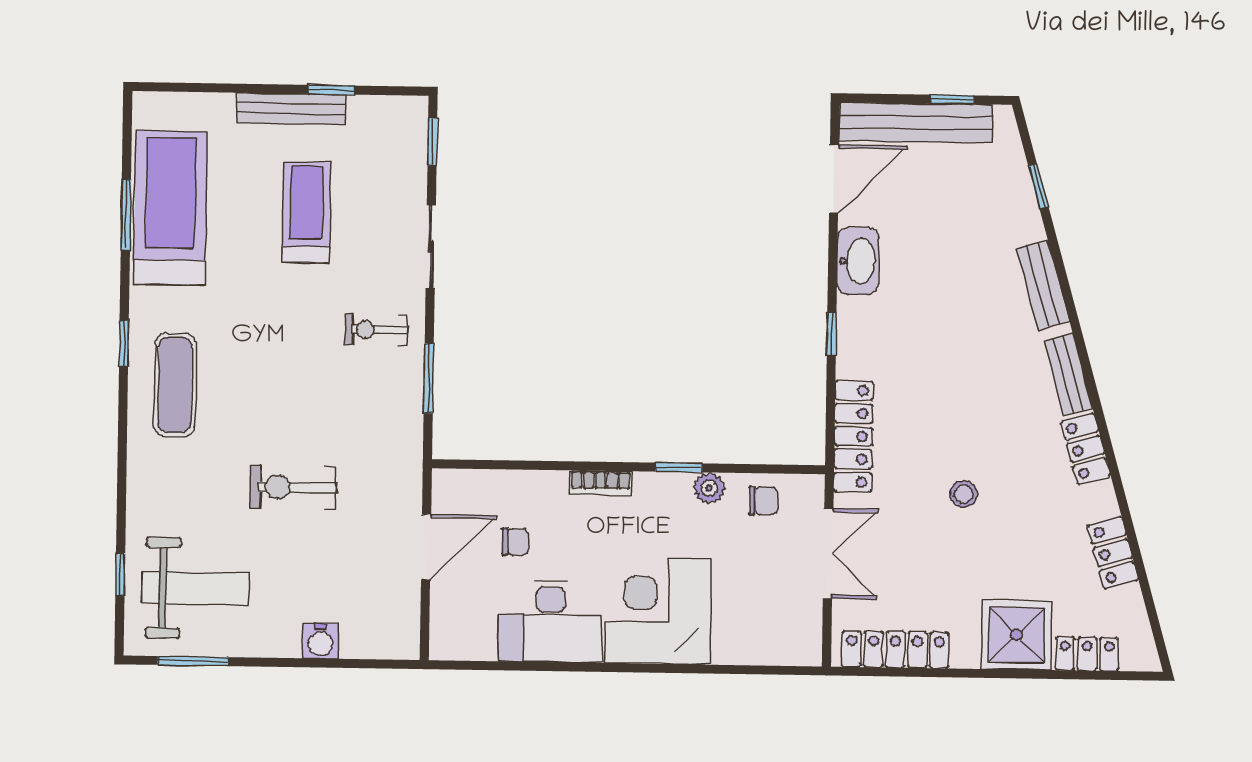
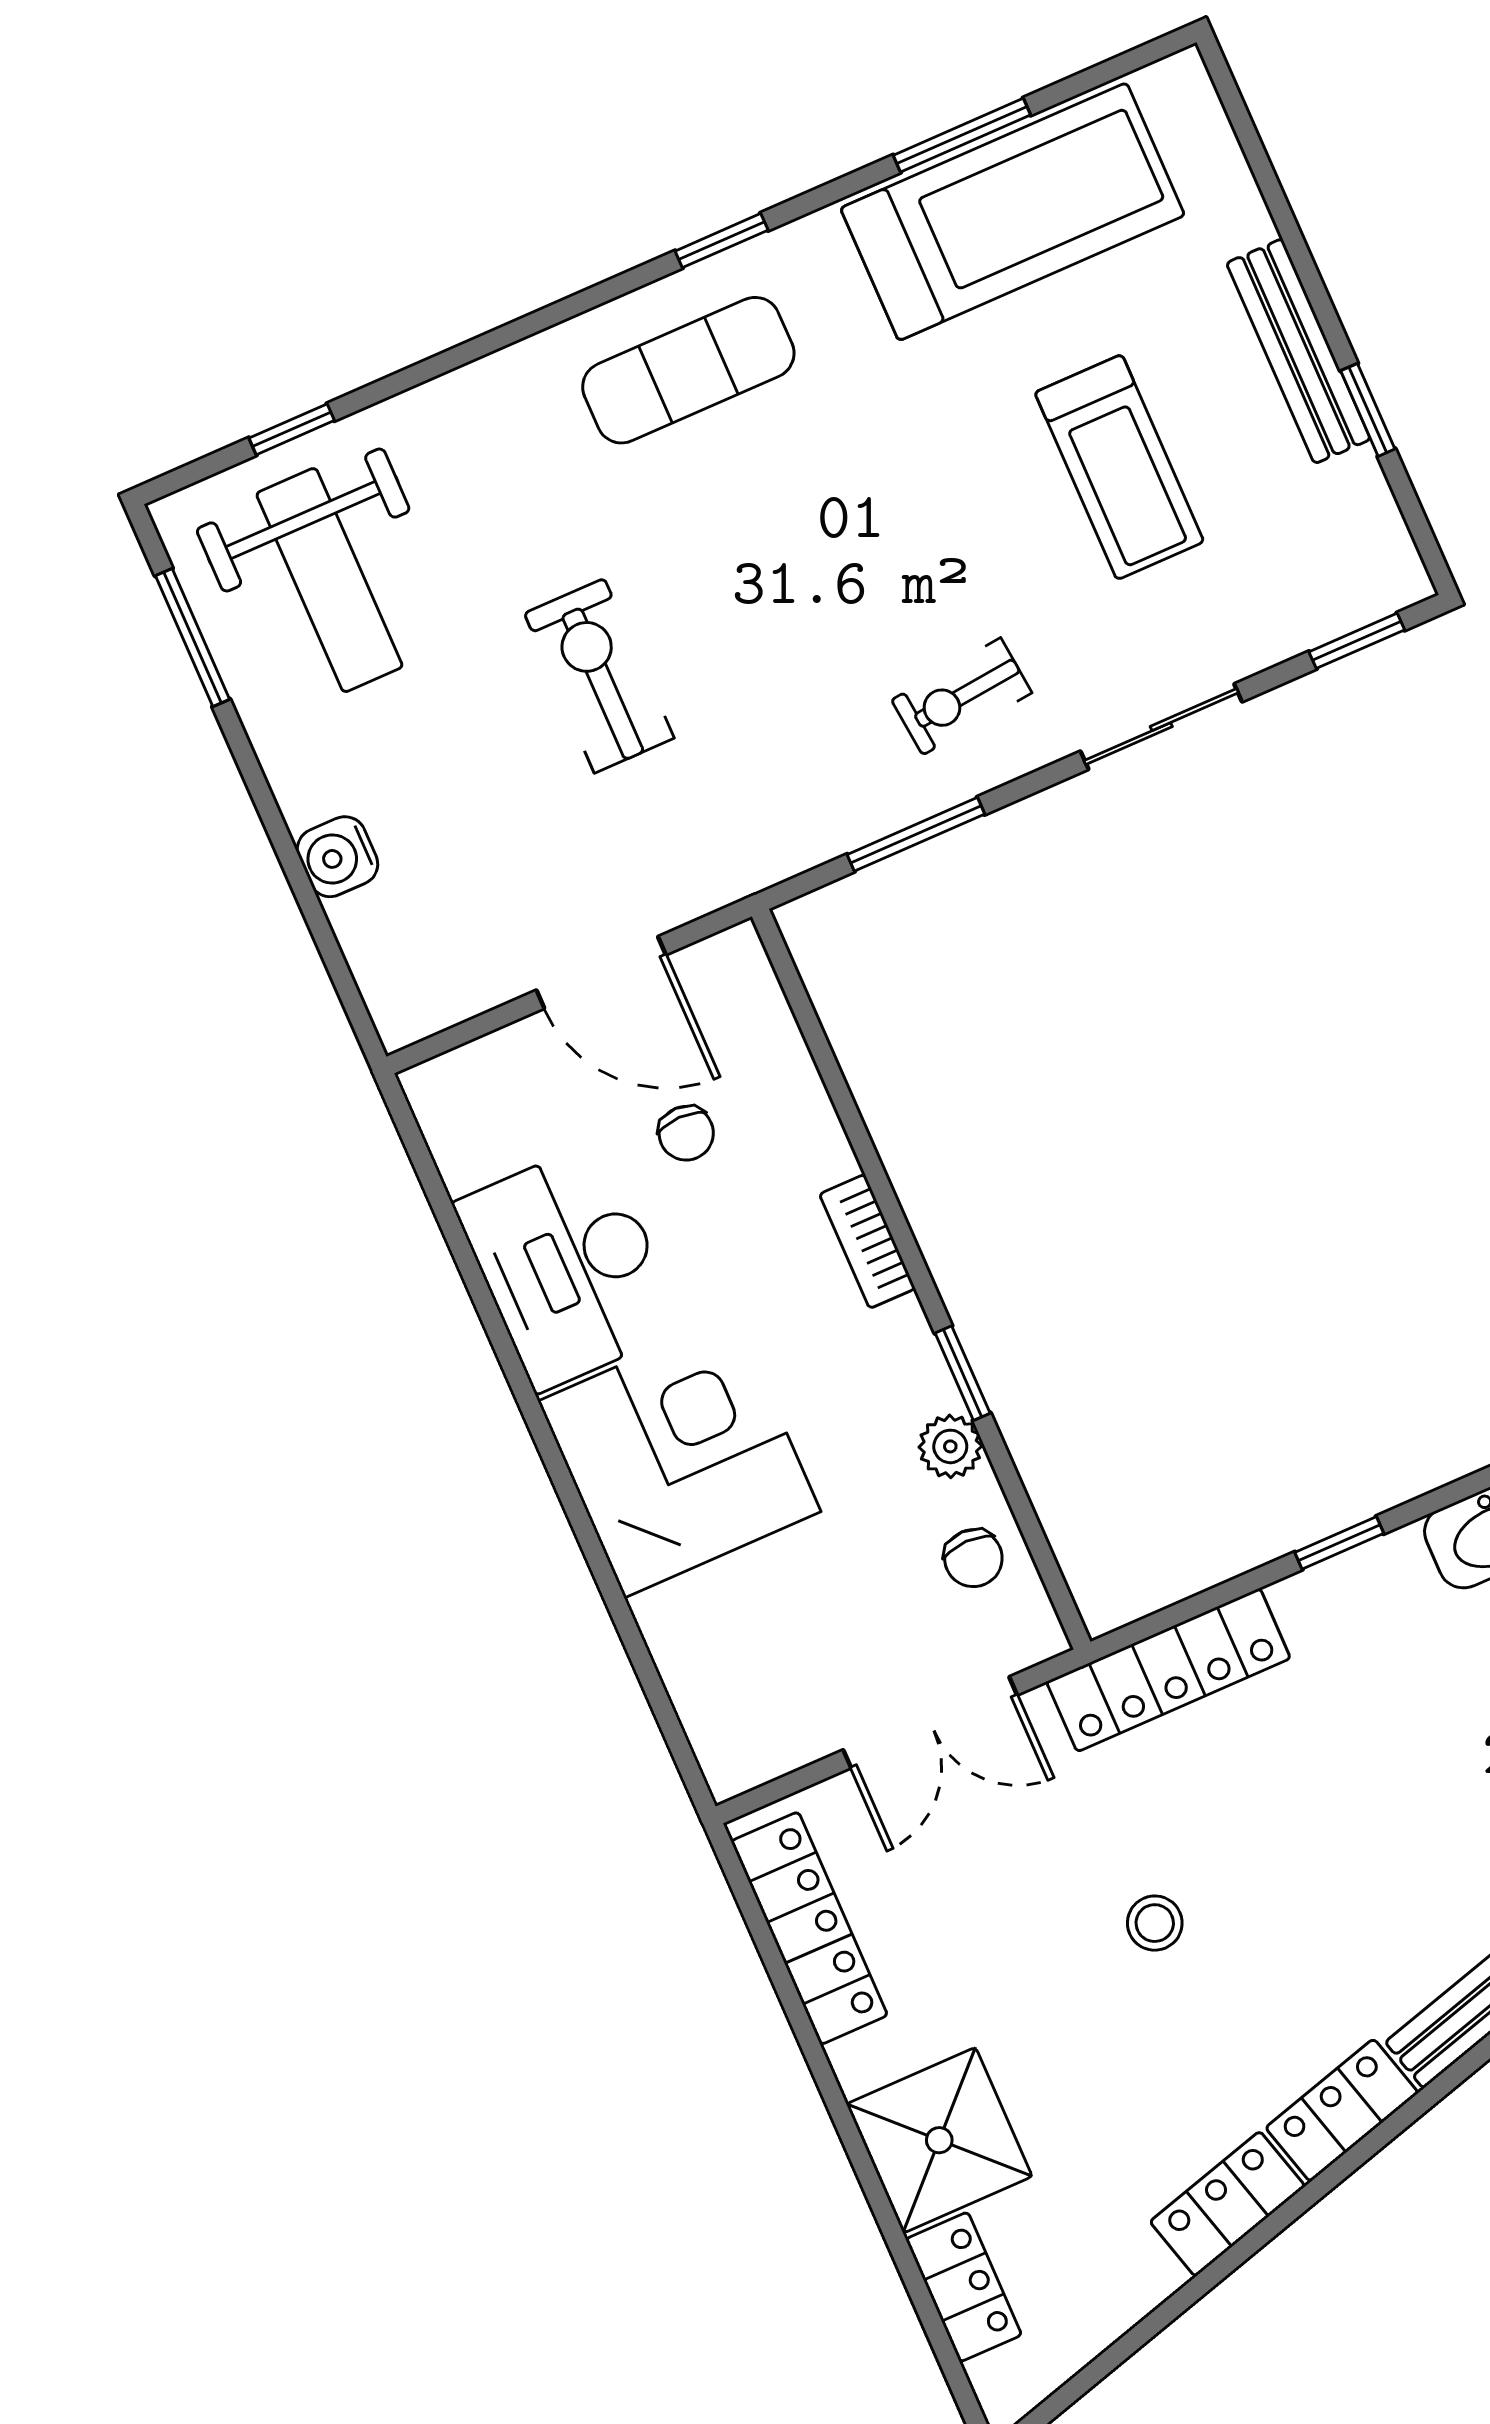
treadmill: (306, 212) -> (1119, 467), turned 90
exercise bike: (376, 330) -> (962, 696), turned -96
locker: (1113, 553) -> (1228, 2204), moved

